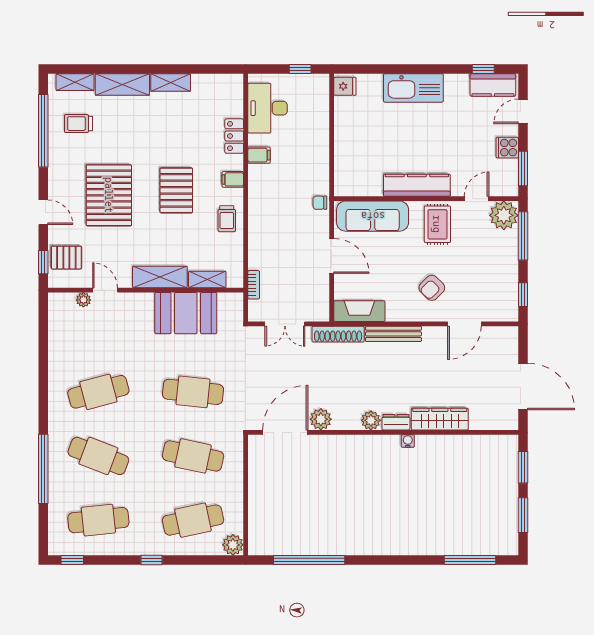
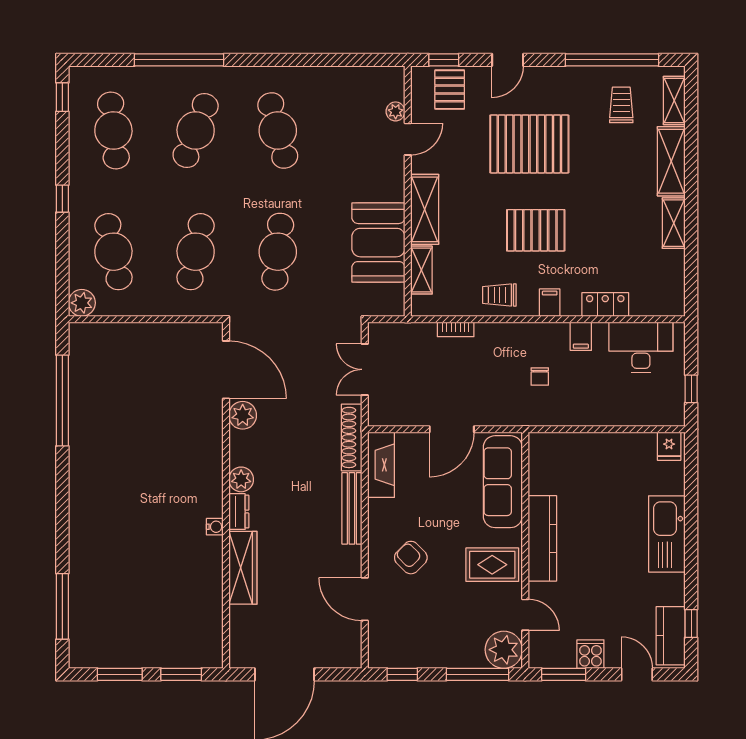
chair: (320, 203) -> (540, 377), moved, turned 180
bookcase: (254, 285) -> (456, 329), moved

